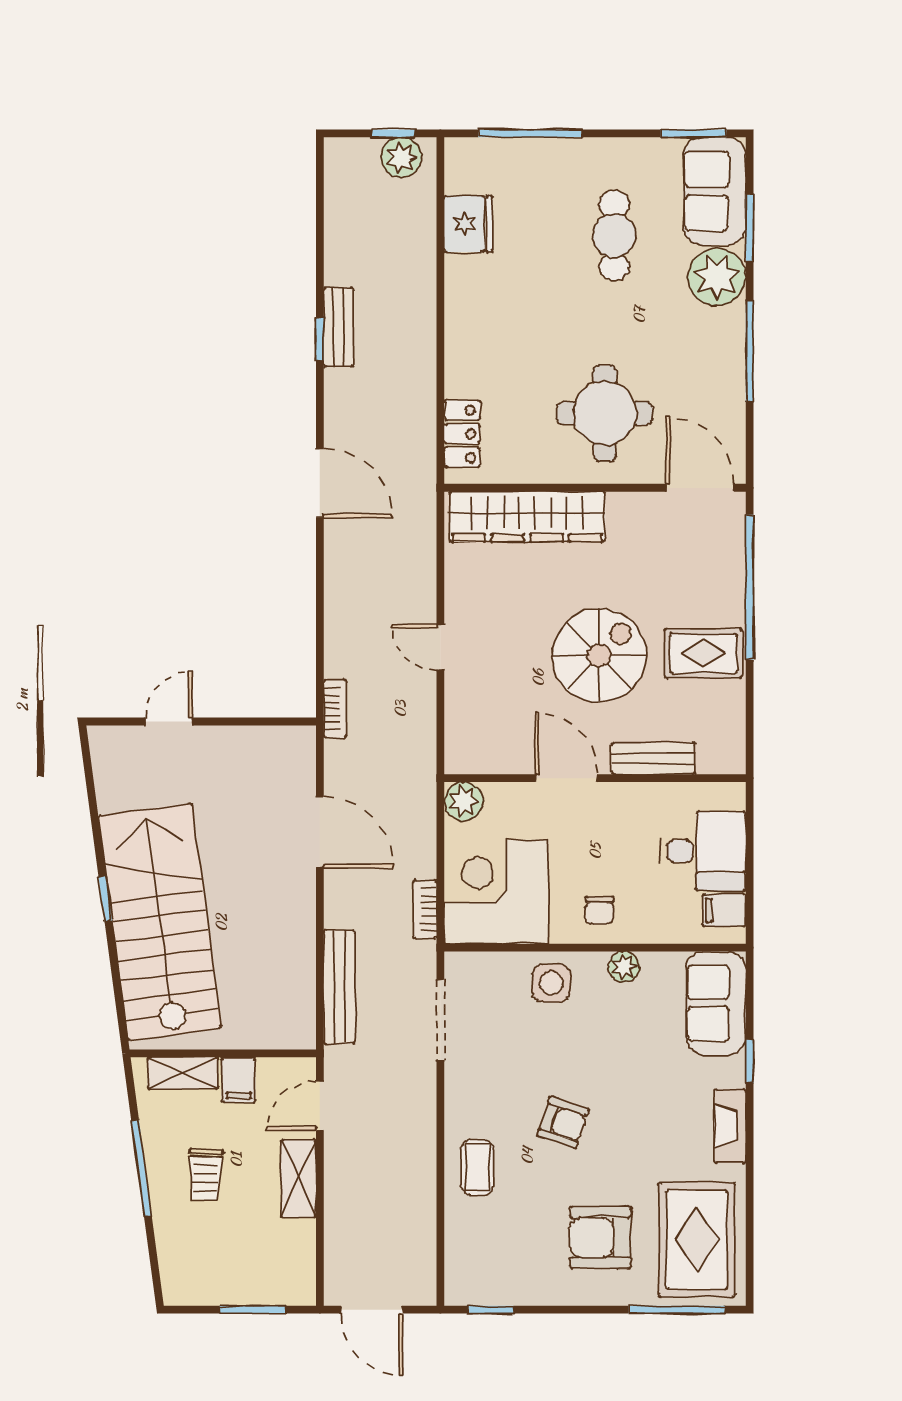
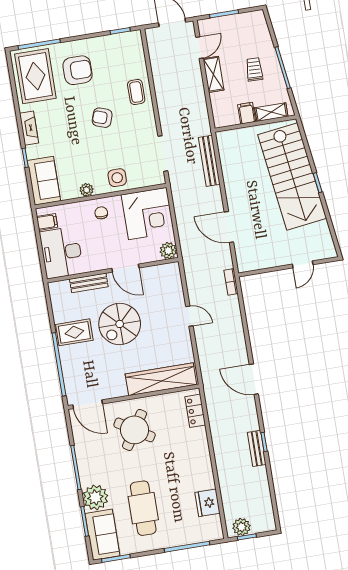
cafe table: (614, 235) -> (143, 508), width x1.37, depth x1.35
round table: (605, 413) -> (135, 430), turned 32
desk: (703, 851) -> (61, 253), width x1.37
bookcase: (425, 909) -> (178, 201), removed
door: (320, 1106) -> (200, 48), moved

